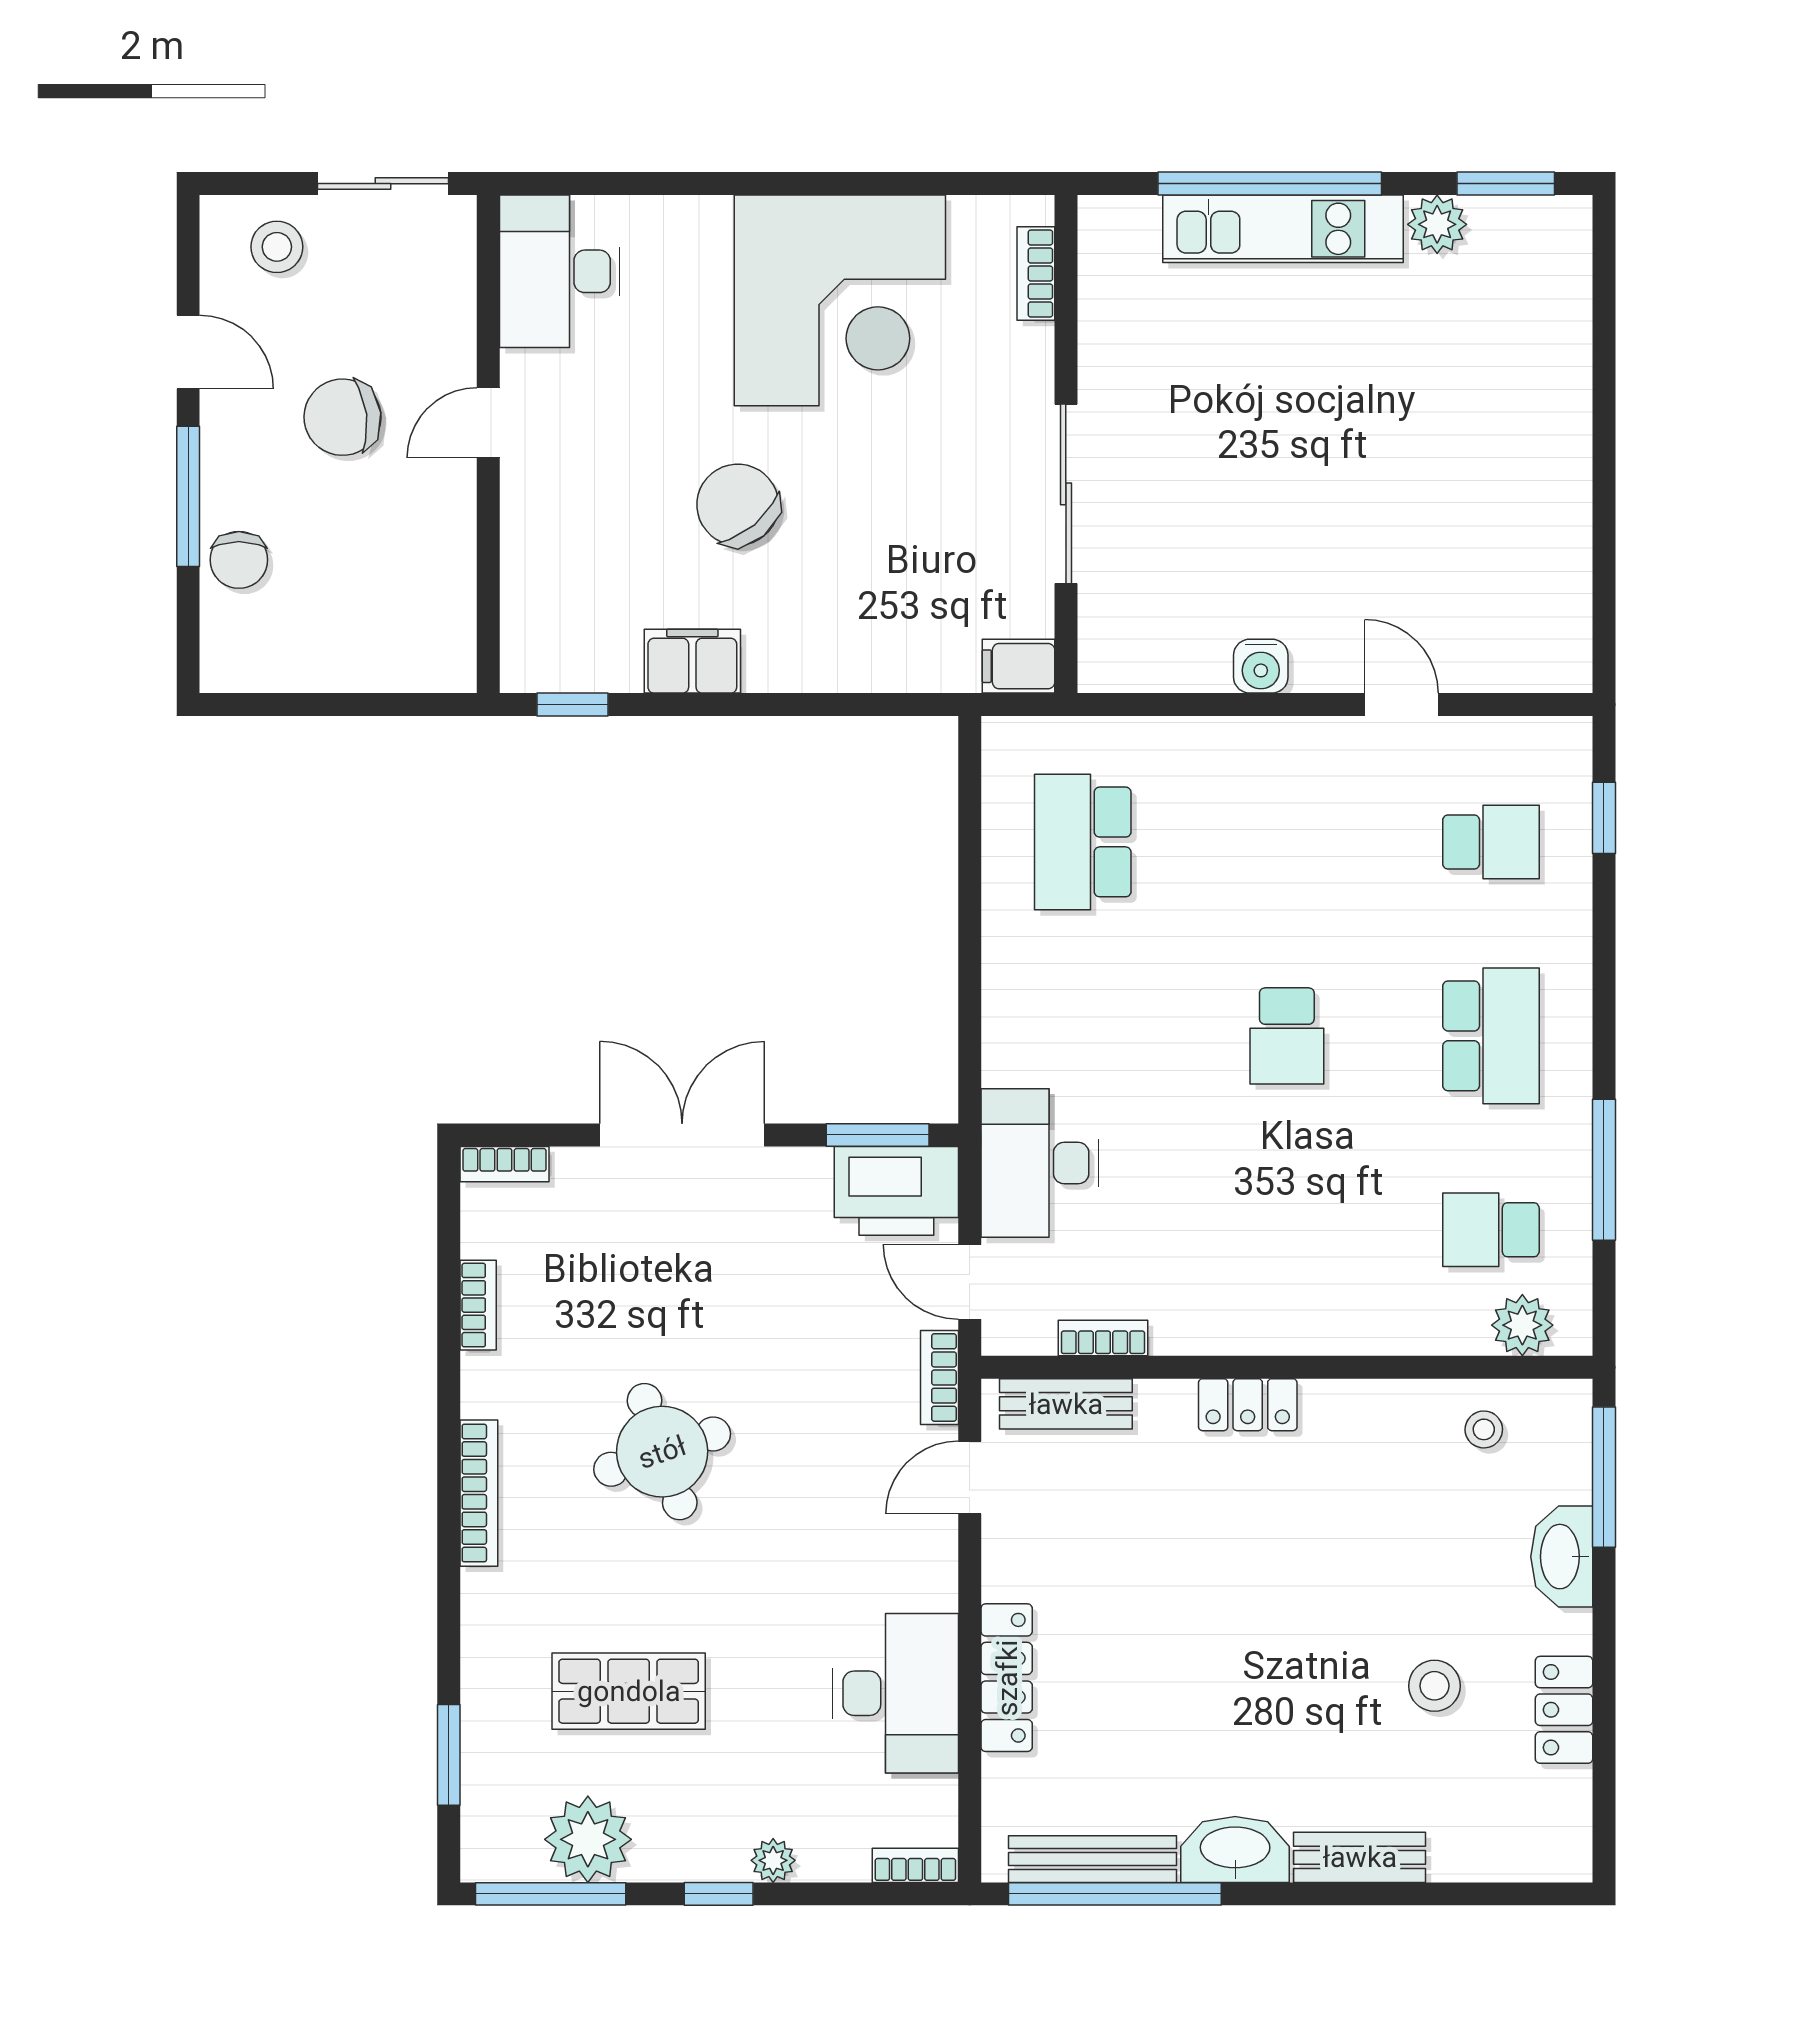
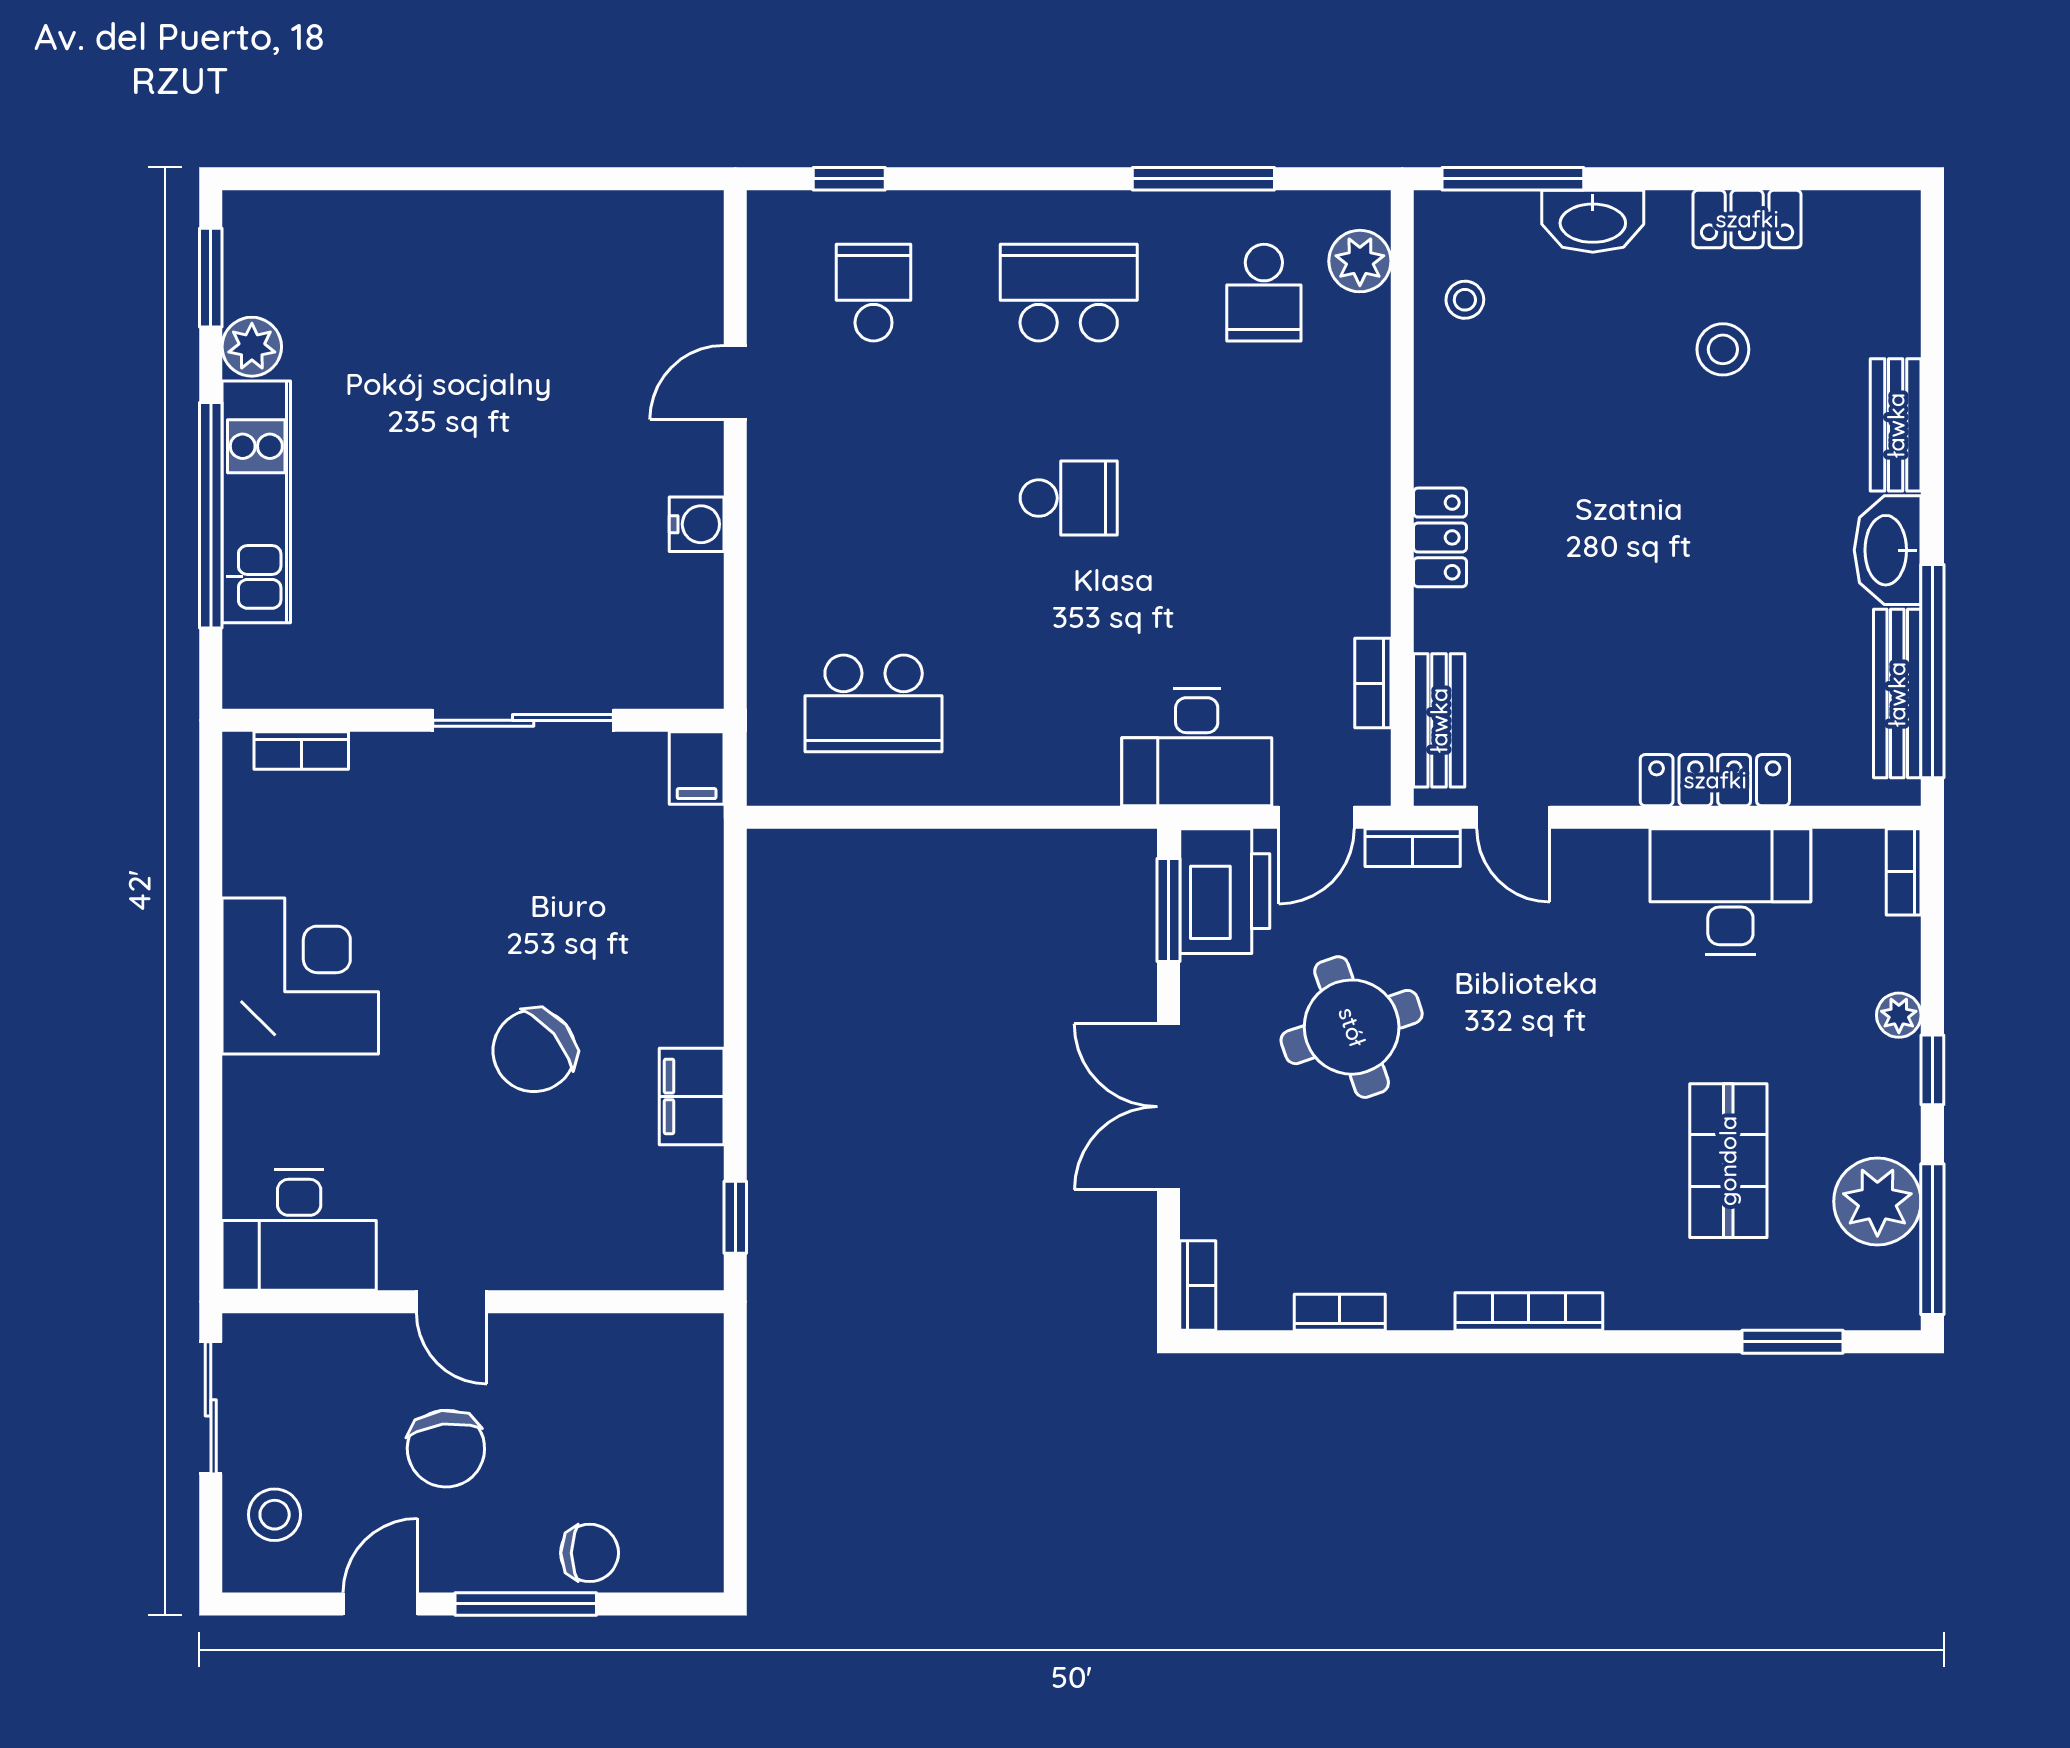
corner desk: (840, 300) -> (300, 976), width x0.74, depth x0.74
round table: (662, 1452) -> (1352, 1027), moved

